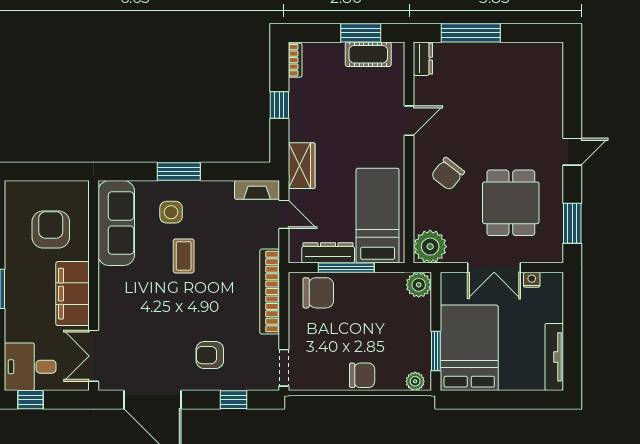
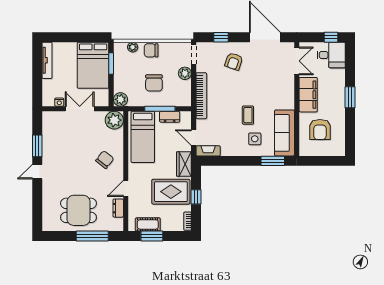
dresser: (423, 59) -> (118, 208), moved
rug: (326, 115) -> (171, 192), added
window: (179, 171) -> (273, 161), moved
dining table: (511, 203) -> (79, 210), moved, turned 90
window: (572, 223) -> (37, 146), moved
dresser: (328, 253) -> (170, 117), width x0.70
chair: (318, 293) -> (154, 83), moved, turned -90
plant: (300, 333) -> (185, 73), added
armchair: (210, 355) -> (234, 61), turned 109
plant: (415, 381) -> (133, 47), moved

